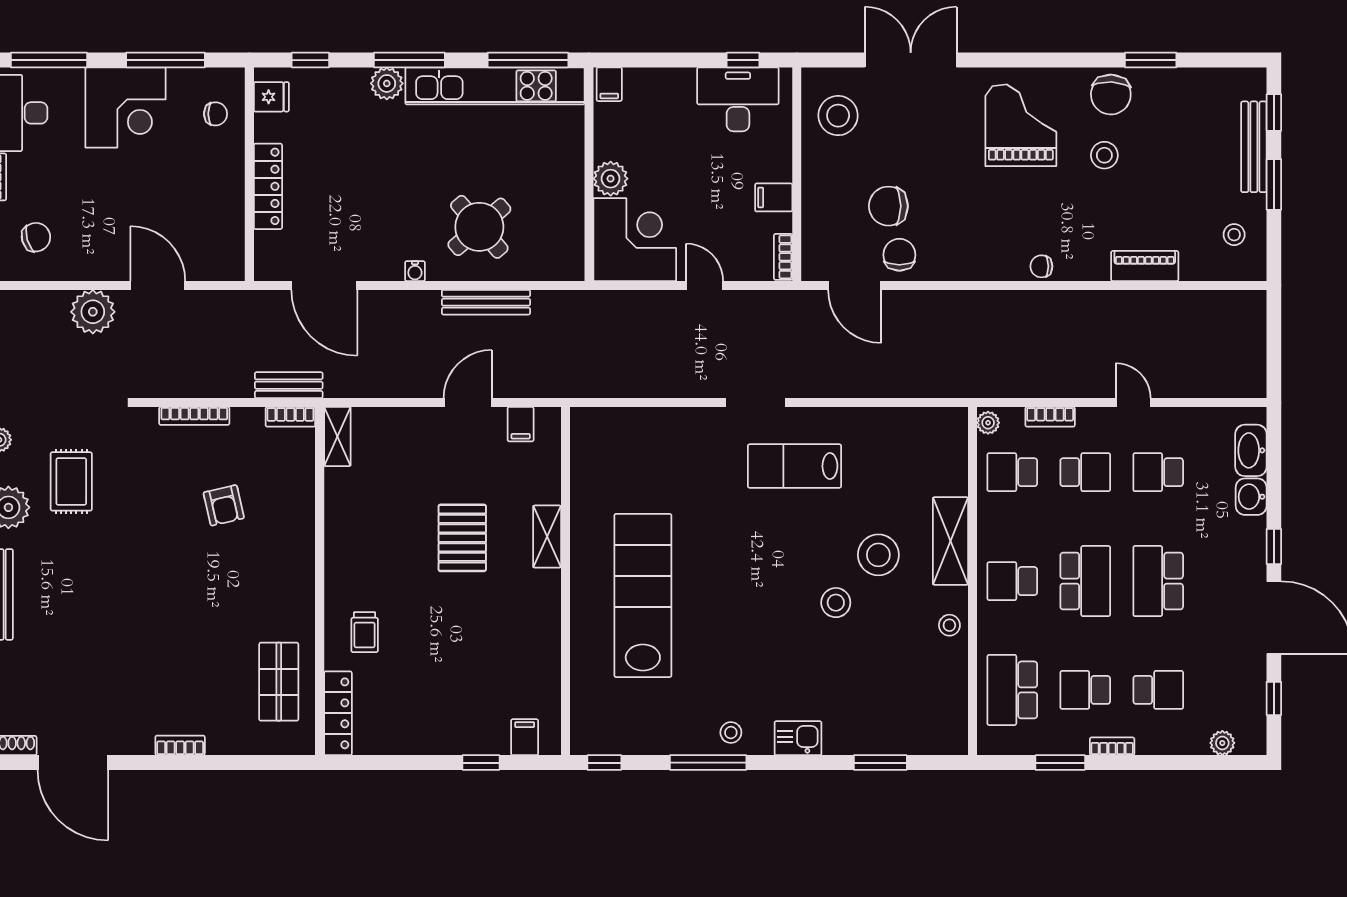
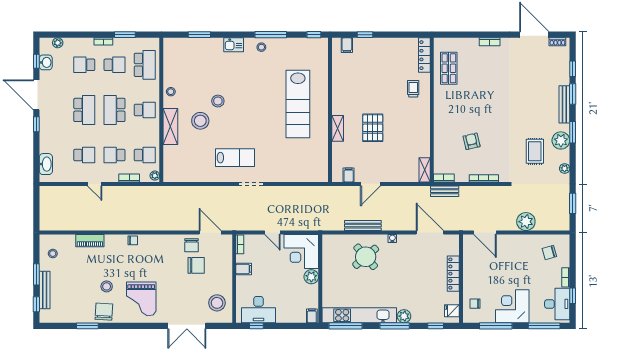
door: (158, 285) -> (485, 232), moved
washbasin: (1251, 497) -> (46, 62), moved

